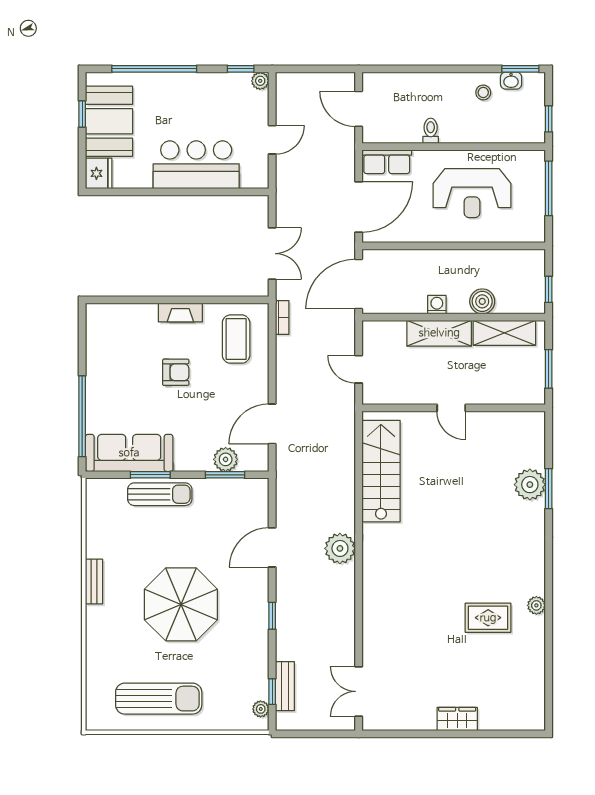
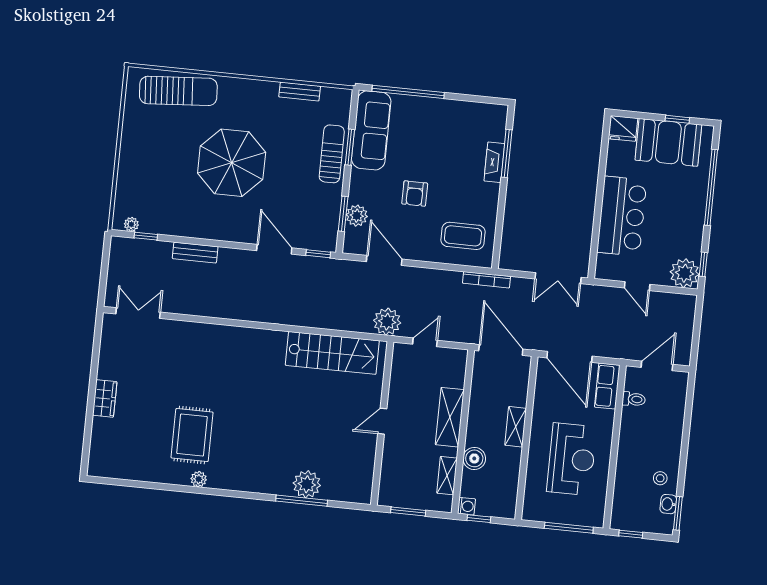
plant: (260, 81) -> (685, 273), width x1.88, depth x1.88
toilet: (431, 131) -> (634, 399), moved
reception desk: (472, 193) -> (572, 459), turned 180
double door: (272, 254) -> (558, 278), moved
shelving: (442, 259) -> (516, 427), added
window: (140, 300) -> (507, 154), added
washing machine: (437, 305) -> (466, 506), moved
fireplace: (180, 313) -> (494, 162), moved
bookcase: (282, 317) -> (486, 280), width x1.56
shelving: (504, 333) -> (447, 476), width x0.67, depth x0.75
armchair: (176, 372) -> (415, 194), moved
window: (549, 489) -> (302, 501), width x1.44
sun lounger: (160, 494) -> (332, 154), turned 180
plant: (340, 548) -> (387, 322), moved
bench: (94, 581) -> (300, 91), moved
window: (272, 616) -> (318, 254), moved
rug: (488, 618) -> (192, 435), width x1.36, depth x1.43
bench: (285, 686) -> (195, 253), moved
sun lounger: (159, 699) -> (178, 91), moved, turned -94

